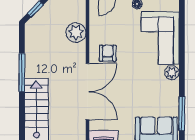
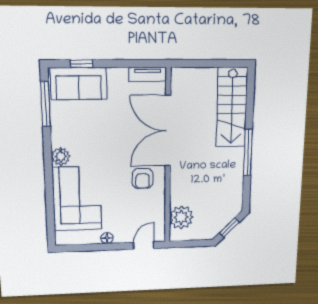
plant: (76, 33) -> (181, 217), moved

